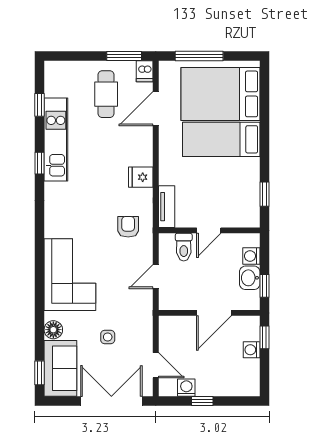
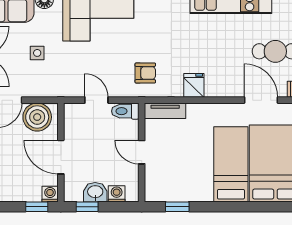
toilet: (184, 247) -> (125, 111), moved
boiler: (173, 337) -> (37, 117), added
washing machine: (252, 350) -> (50, 194), moved

